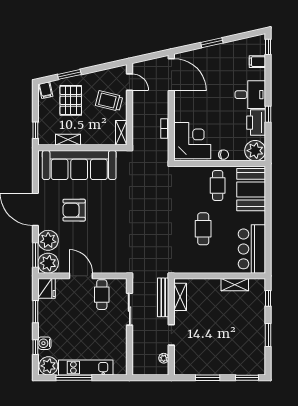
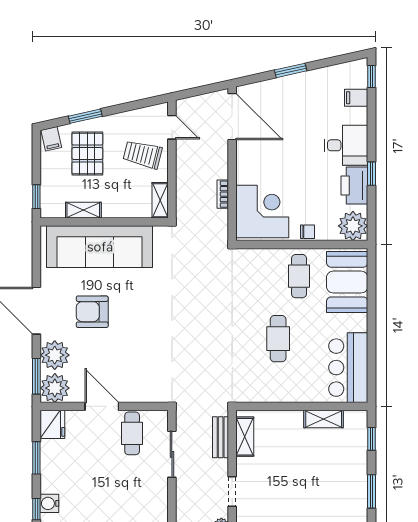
bench: (163, 297) -> (221, 437), width x0.73

